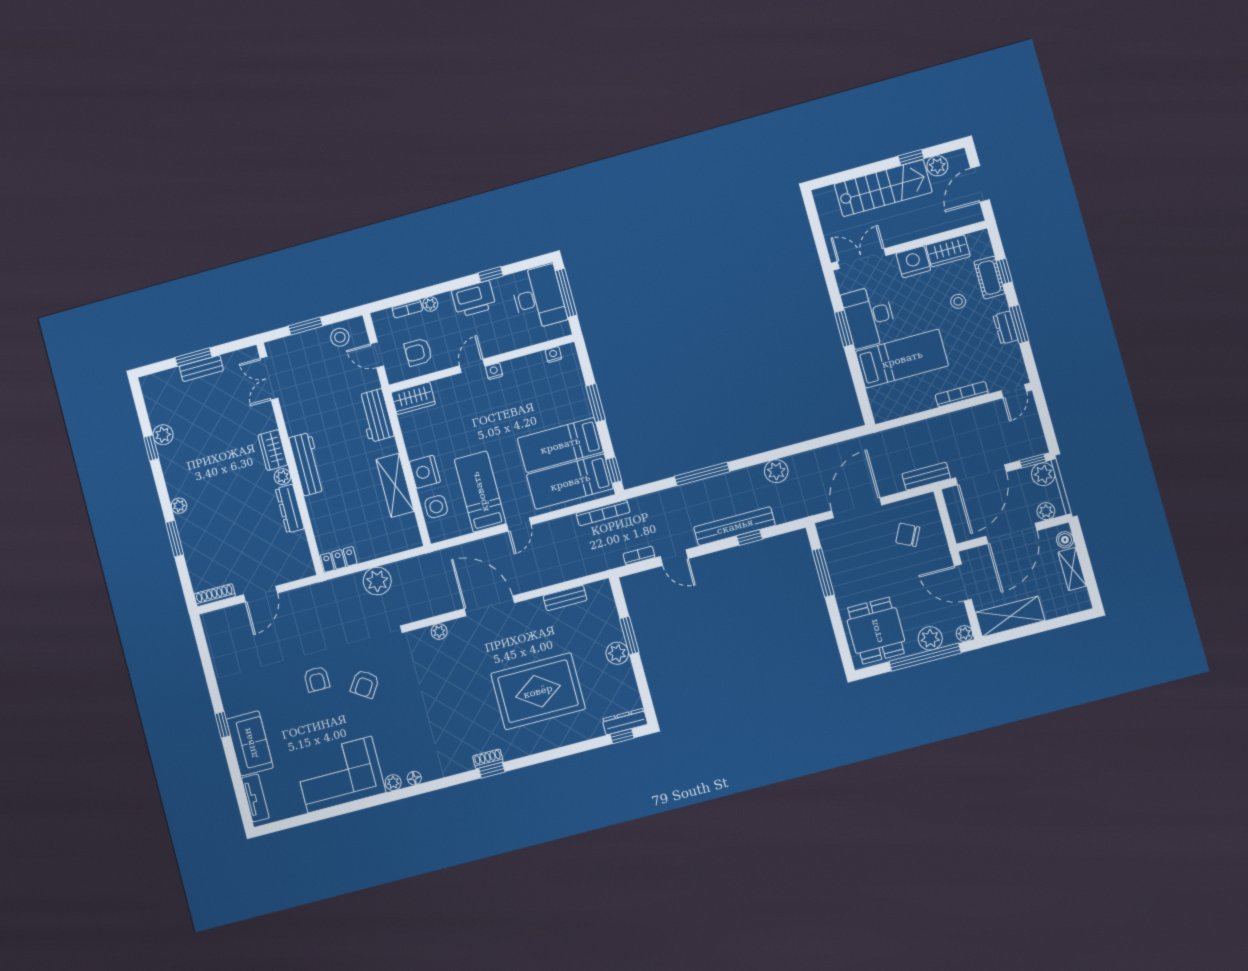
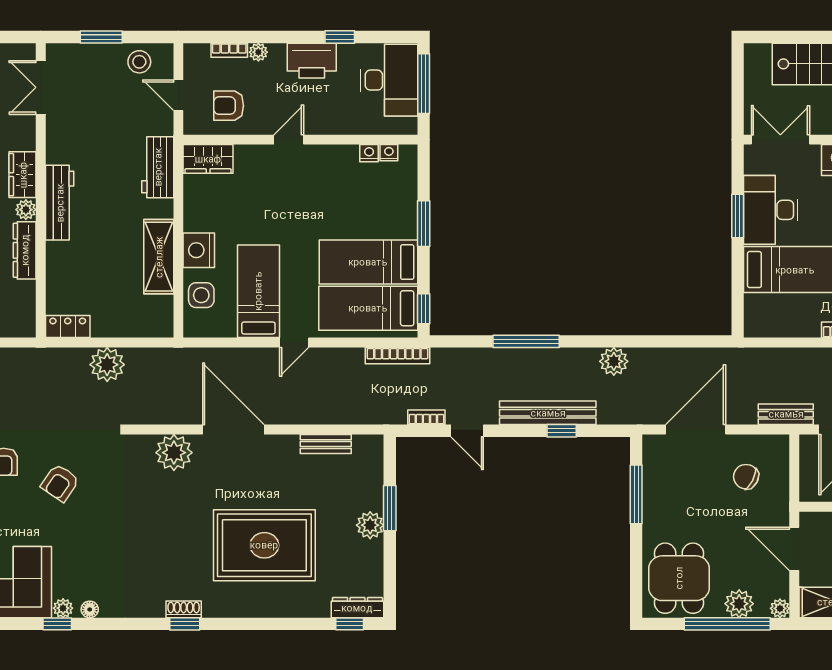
nightstand: (494, 371) -> (369, 153), moved
plant: (439, 632) -> (174, 453), width x1.87, depth x1.87
window: (392, 796) -> (57, 624), added

